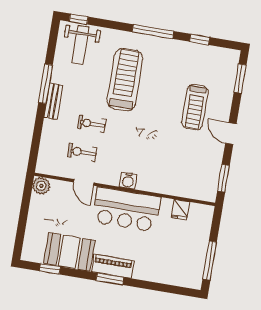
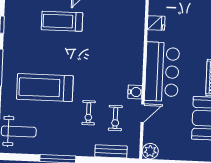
bench: (53, 101) -> (111, 151), moved
treadmill: (195, 107) -> (62, 21), turned 180
water cooler: (128, 181) -> (135, 92), moved

